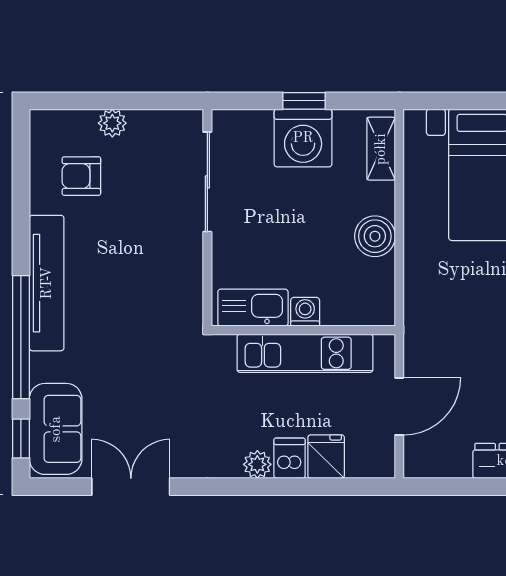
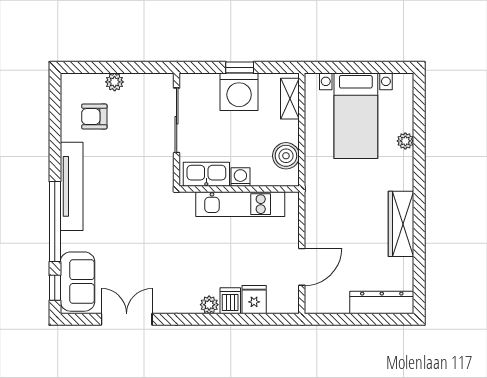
kitchen sink: (253, 308) -> (206, 174), moved
washing machine: (305, 312) -> (240, 177), moved
wall: (303, 330) -> (239, 189), moved
kitchen unit: (305, 353) -> (240, 204), moved

